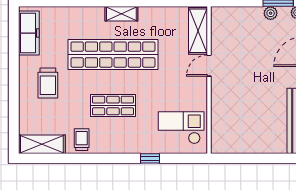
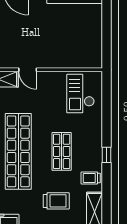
trolley: (48, 83) -> (56, 201), moved
window: (150, 158) -> (107, 155), moved

